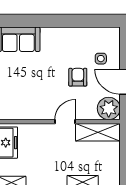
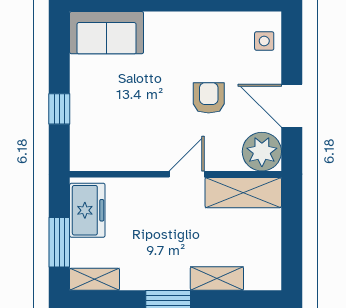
side table: (101, 59) -> (264, 41), moved

